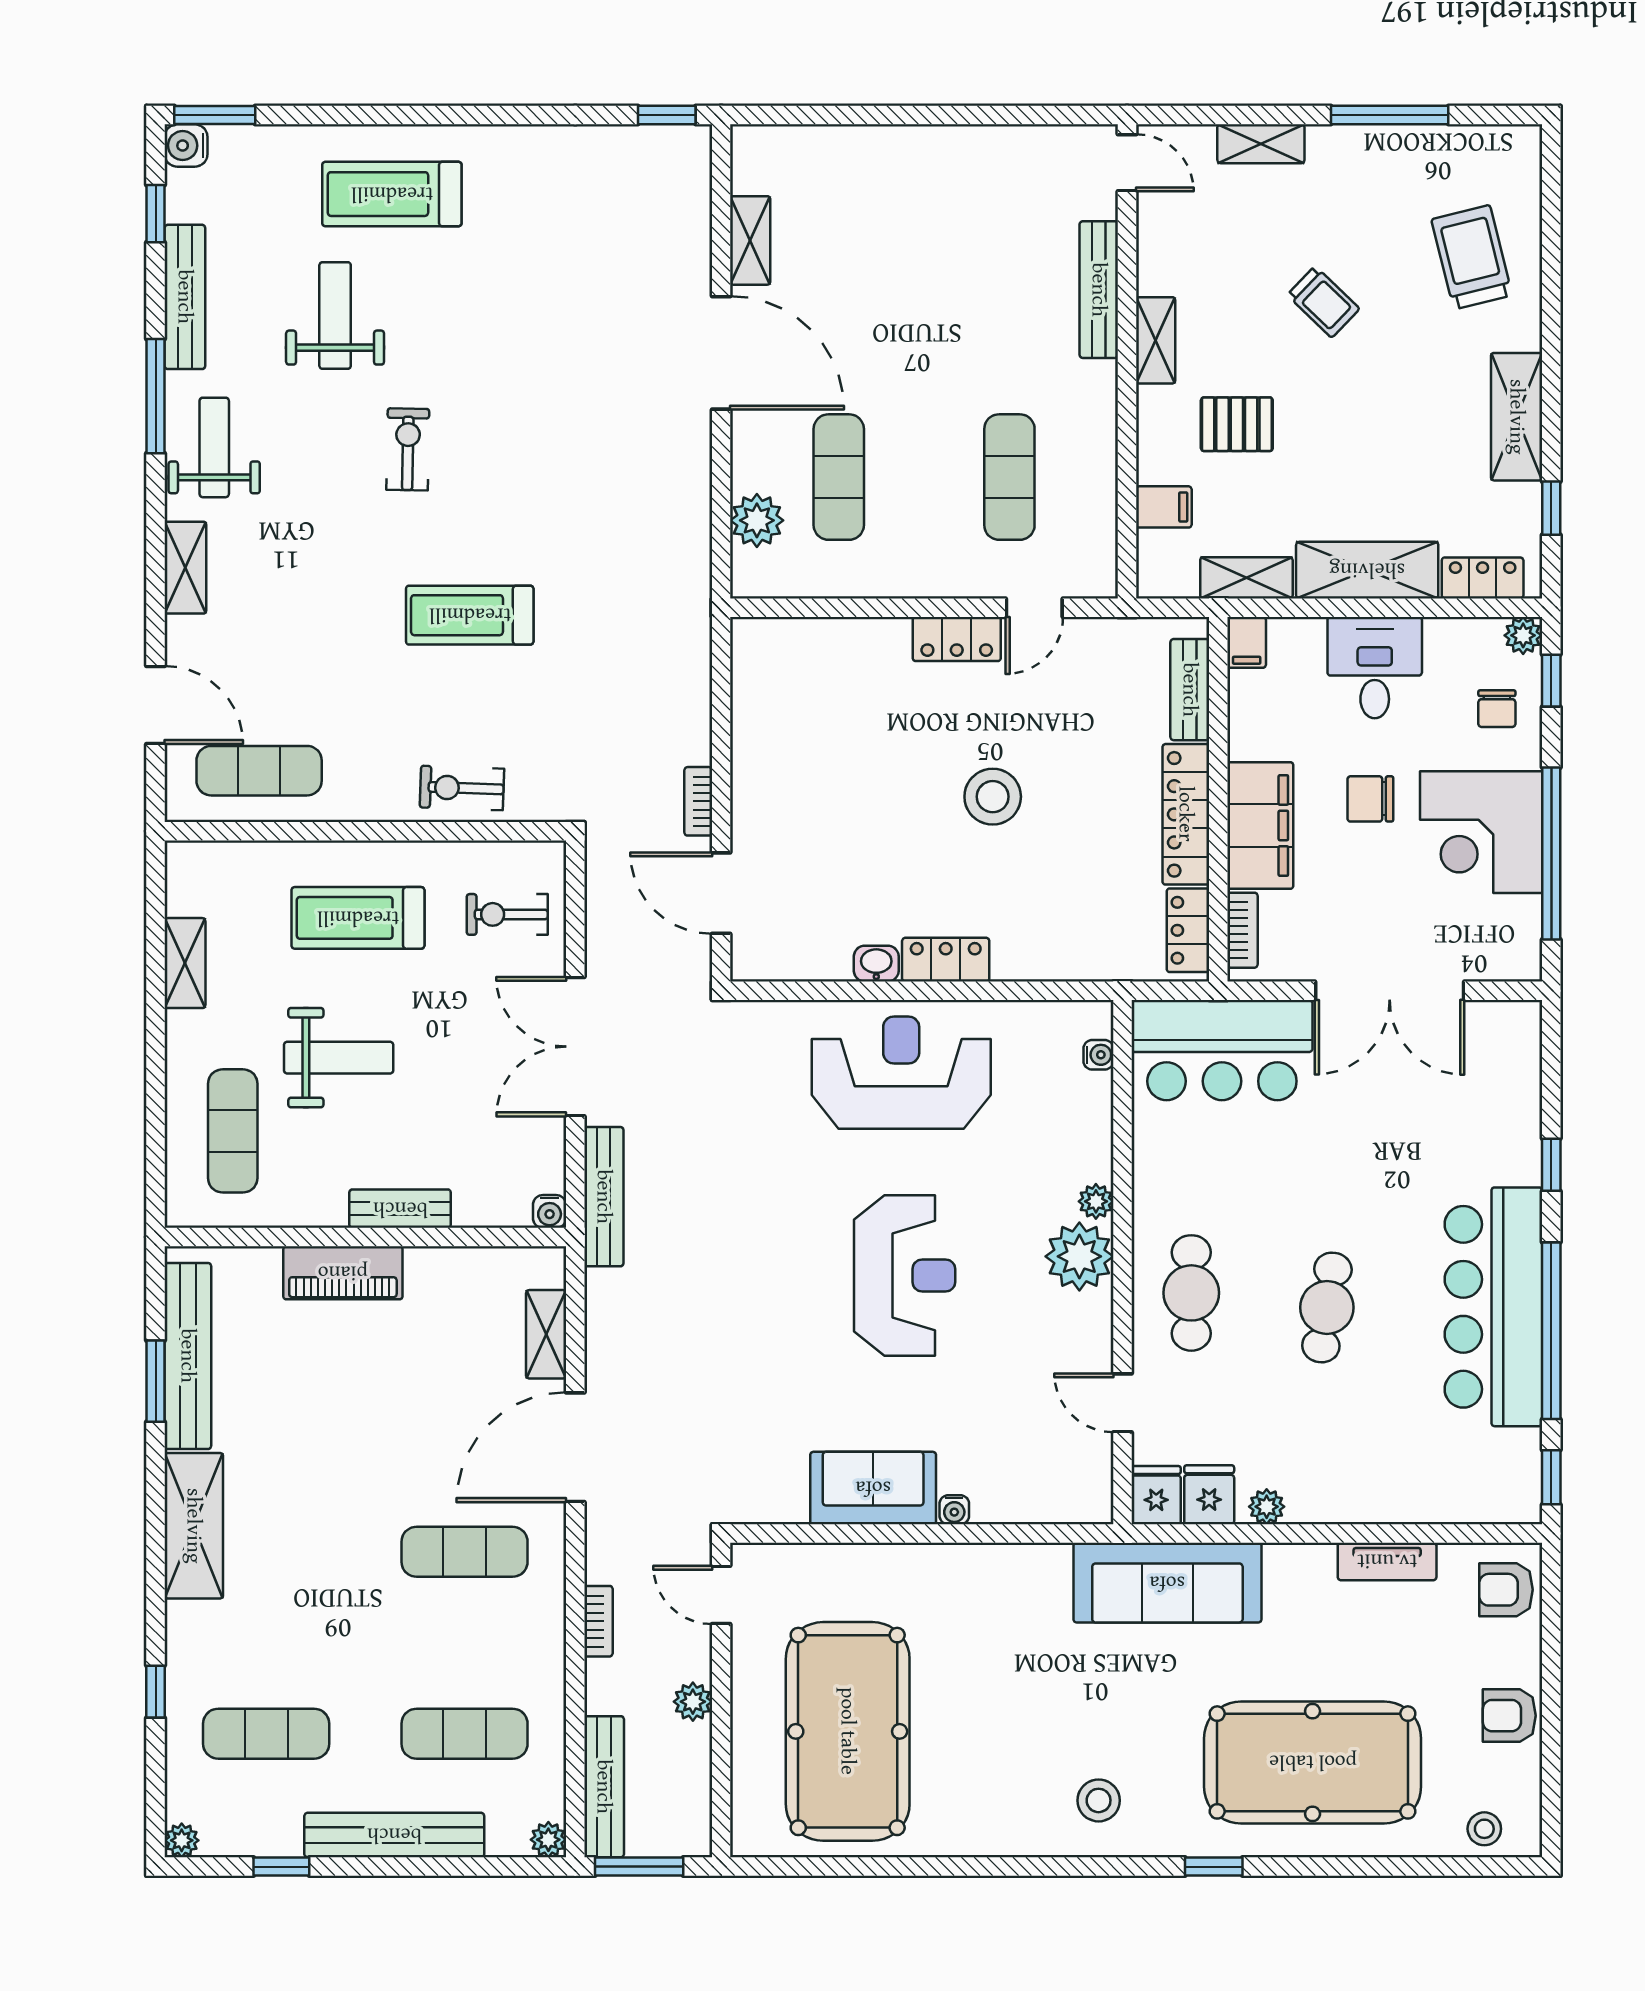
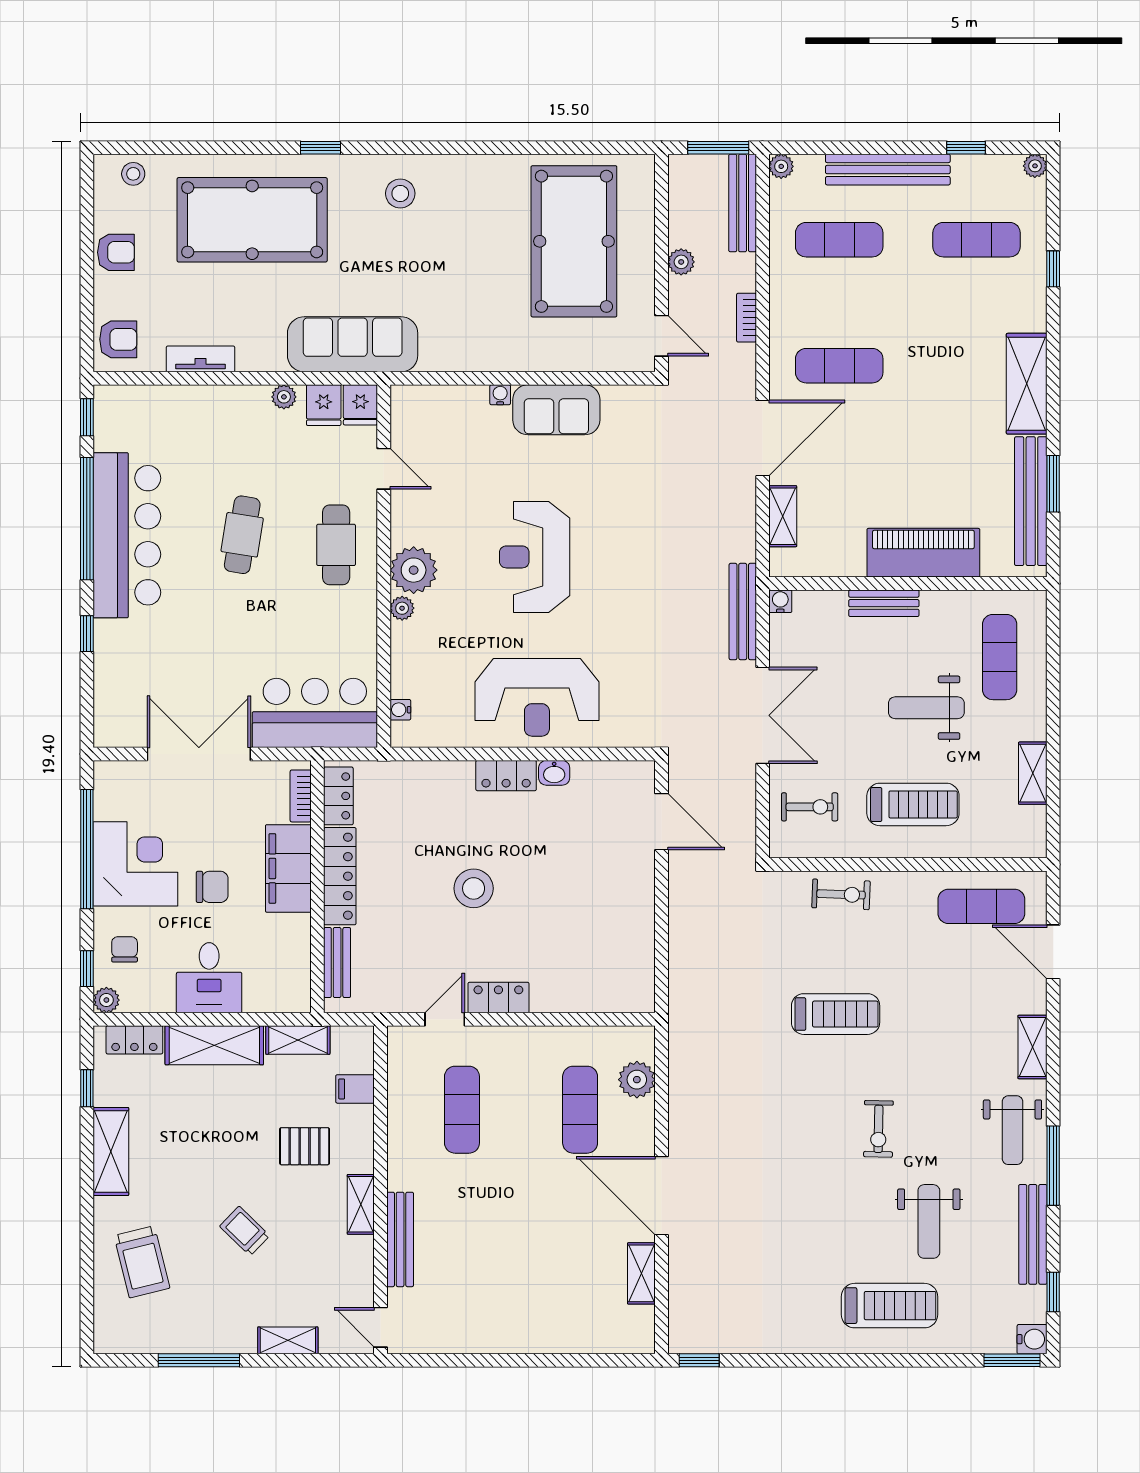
filing cabinet: (1247, 642) -> (298, 995), removed
bookcase: (698, 801) -> (677, 885), removed
piano: (343, 1273) -> (923, 553), width x1.37, depth x1.33

